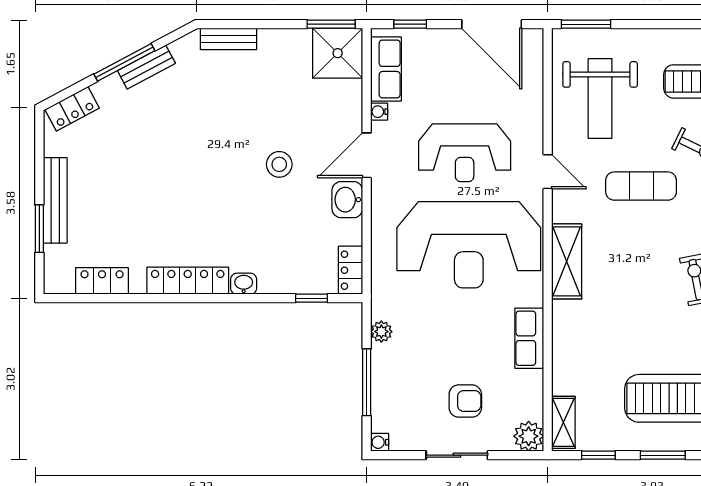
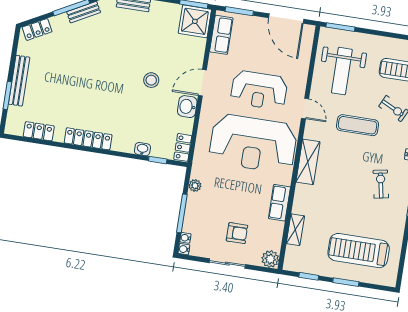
window: (410, 24) -> (239, 11), width x1.50
water cooler: (379, 112) -> (185, 238), moved
washbasin: (244, 284) -> (142, 149), moved
shelving: (563, 422) -> (295, 230), moved

